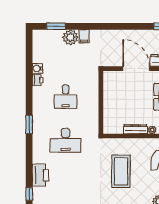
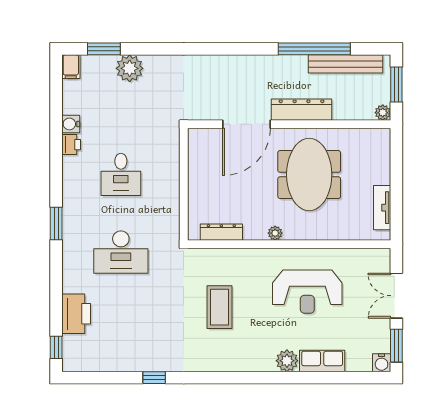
filing cabinet: (84, 36) -> (71, 67), moved
door: (136, 69) -> (246, 124), swing flipped
dresser: (135, 129) -> (221, 232), moved
coffee table: (121, 171) -> (220, 307), width x0.73, depth x0.76

